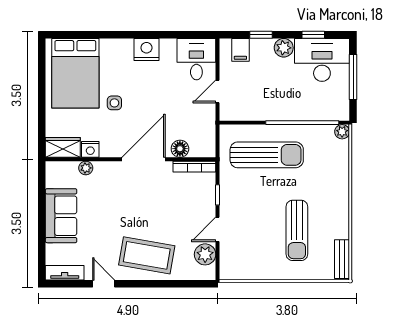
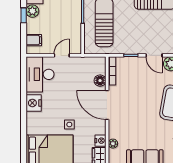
window: (261, 35) -> (24, 15), moved
desk: (196, 59) -> (40, 74), width x1.37
door: (218, 91) -> (62, 55), swing flipped

